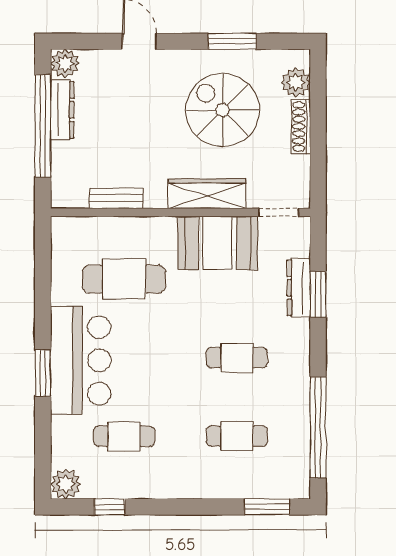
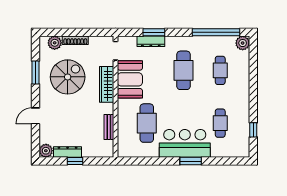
spiral stairs: (223, 110) -> (68, 77), turned 180
window: (43, 126) -> (75, 161), width x0.32
cafe table: (237, 358) -> (183, 70), width x1.37, depth x1.35
plant: (66, 484) -> (243, 43), moved
window: (267, 507) -> (253, 56), removed

